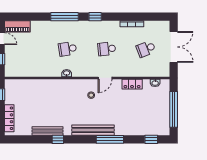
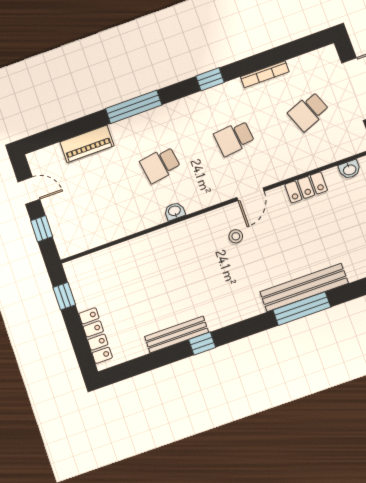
window: (95, 17) -> (210, 79), moved
piano: (17, 26) -> (87, 144), moved
bench: (93, 130) -> (304, 288), moved

